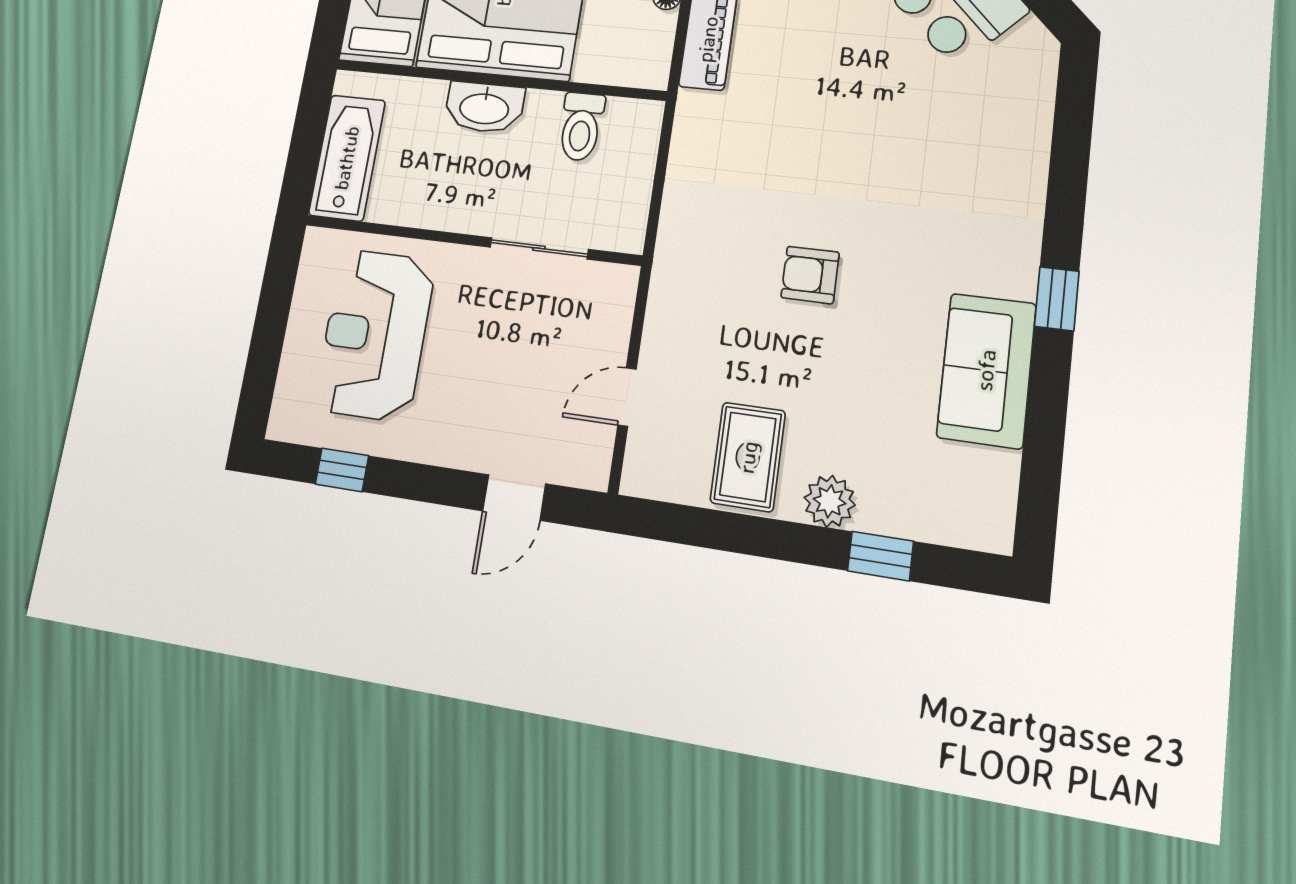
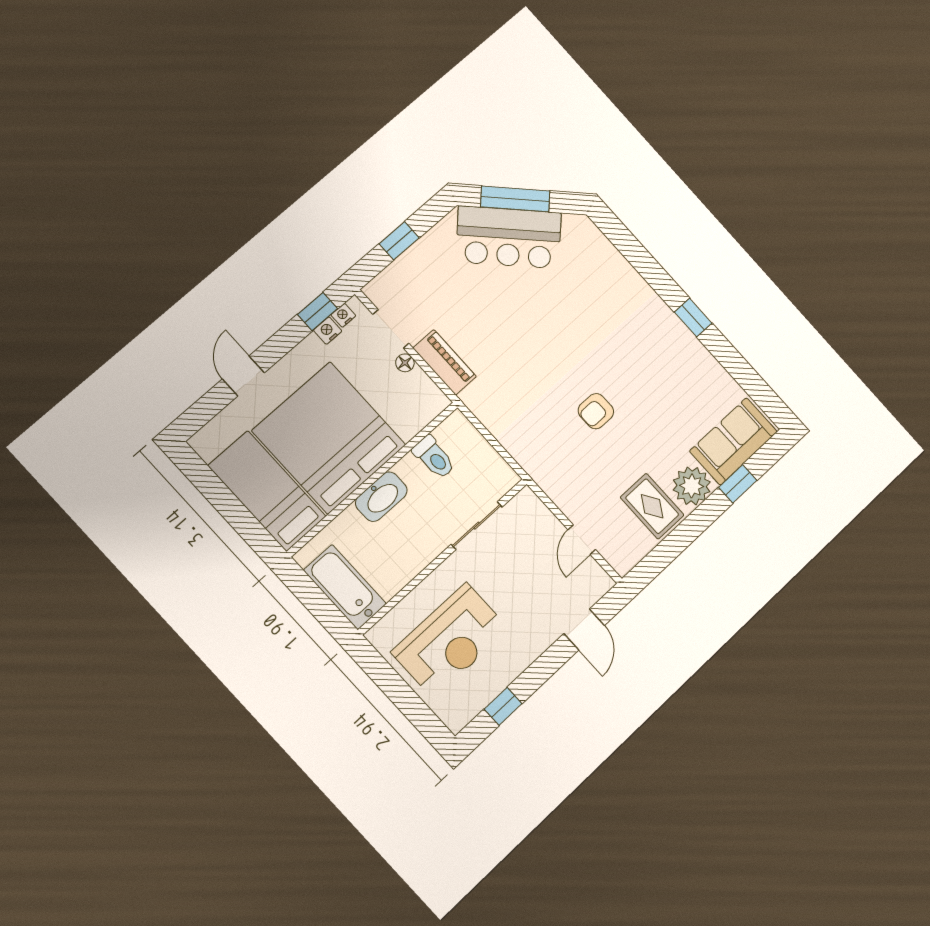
reception desk: (375, 335) -> (450, 640), turned -90
sofa: (986, 370) -> (733, 441), moved, turned 90
plant: (830, 501) -> (692, 486), width x1.36, depth x1.36

